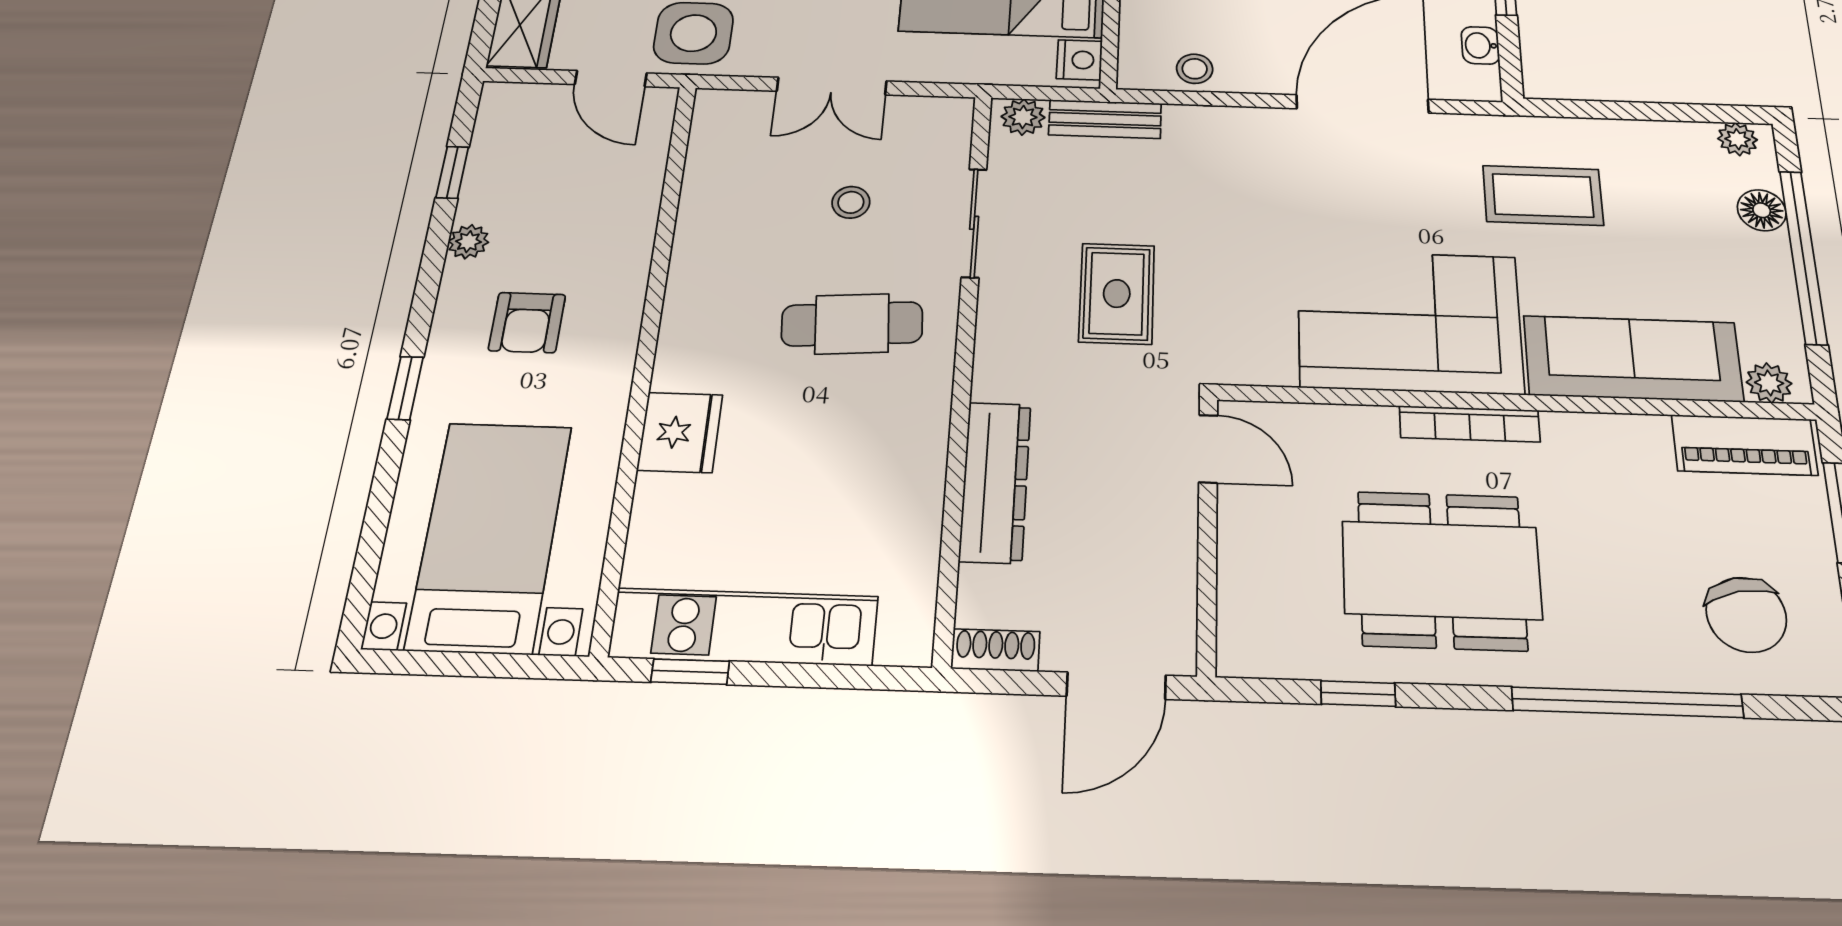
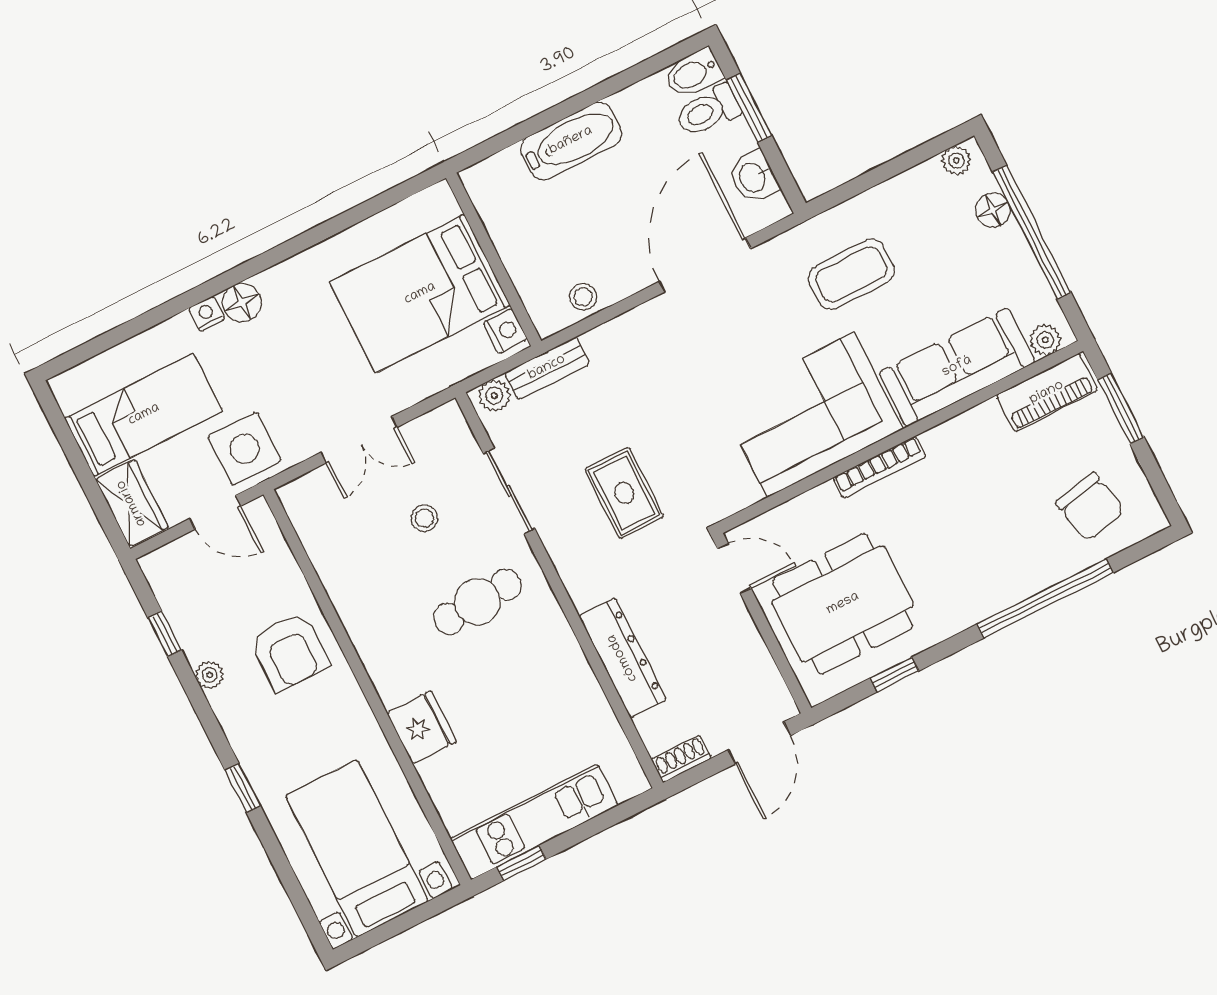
washbasin: (1480, 45) -> (753, 177), width x1.38, depth x1.45
armchair: (527, 323) -> (289, 652), moved, width x1.38, depth x1.38
dining table: (1441, 570) -> (843, 604), moved

